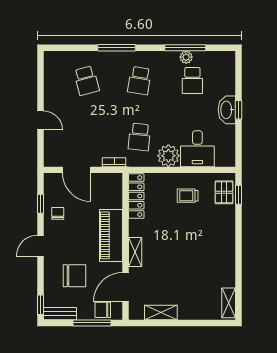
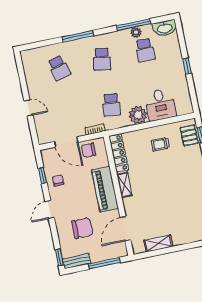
washbasin: (227, 110) -> (165, 28), moved, turned -90
shelving: (135, 252) -> (124, 185), moved
chair: (103, 310) -> (89, 150), moved

